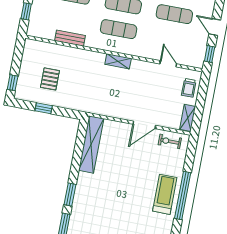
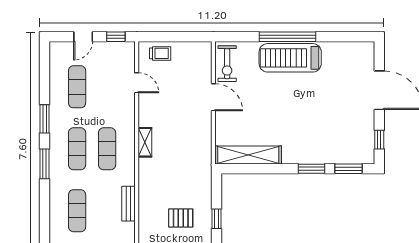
door: (168, 64) -> (137, 83), swing flipped
shelving: (188, 118) -> (196, 48), removed
exercise bike: (170, 141) -> (227, 64), width x1.38, depth x1.39
treadmill: (165, 194) -> (290, 58), width x1.37, depth x1.38

